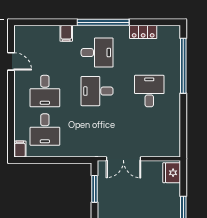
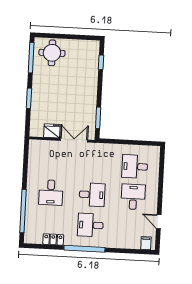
filing cabinet: (66, 33) -> (146, 243), moved
desk: (45, 130) -> (135, 166), turned -90
filing cabinet: (20, 149) -> (155, 152), removed
fridge: (172, 173) -> (52, 131), moved, turned -90

